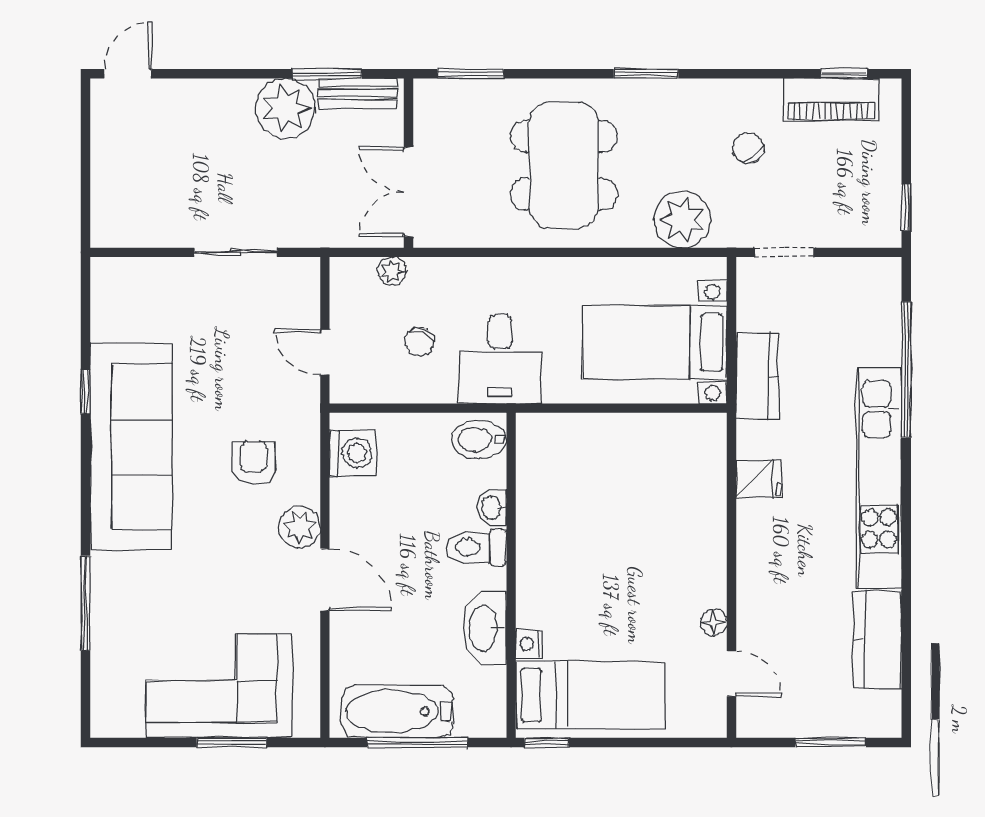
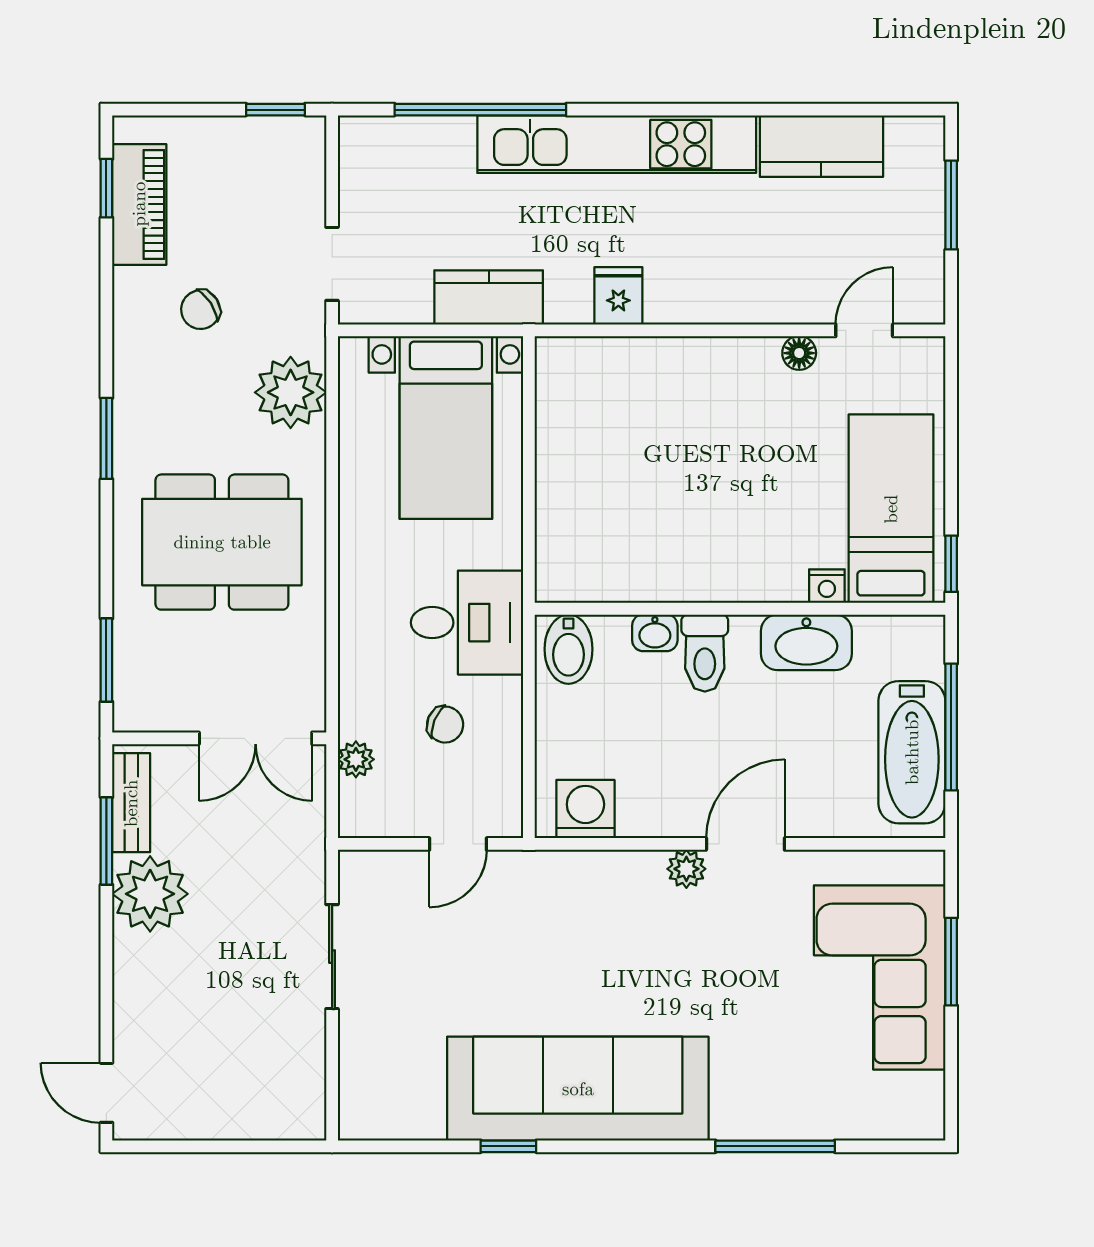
armchair: (253, 463) -> (598, 934), removed
plant: (299, 527) -> (686, 869), width x0.73, depth x0.73

